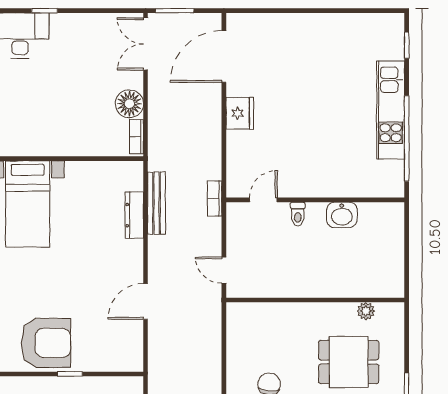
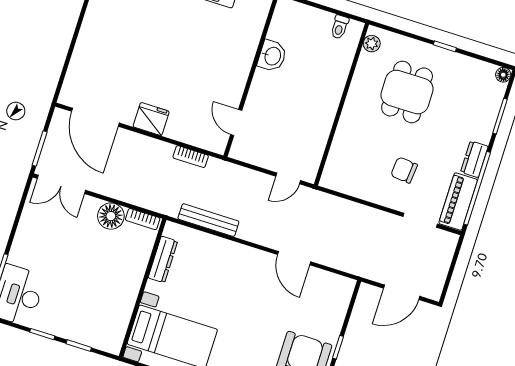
bookcase: (215, 199) -> (191, 157), moved
toilet: (298, 214) -> (340, 27), moved, turned 90
dresser: (134, 215) -> (163, 259), moved, turned -90
plant: (366, 311) -> (372, 44), moved

